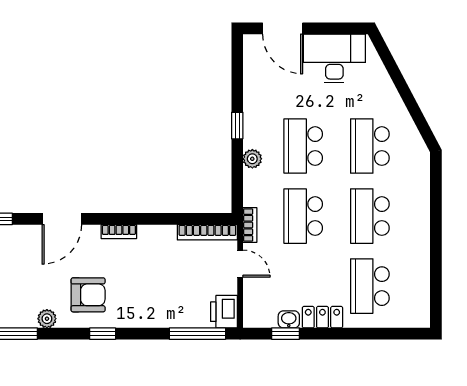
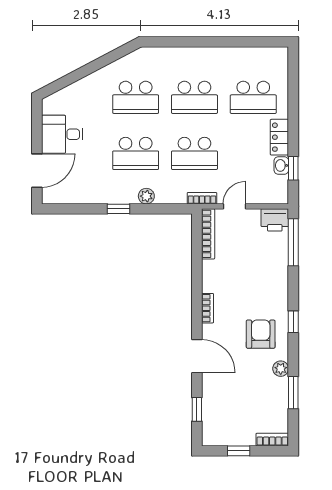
desk: (334, 59) -> (62, 134), width x0.73

